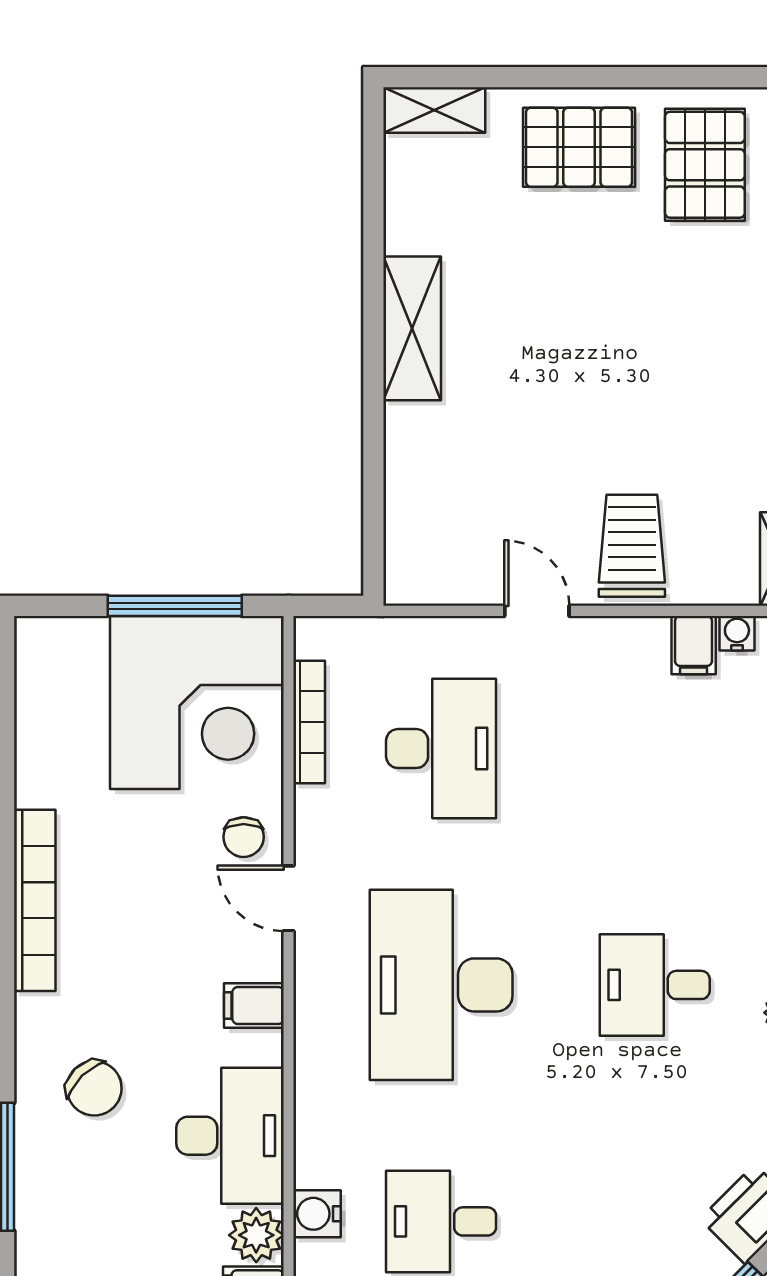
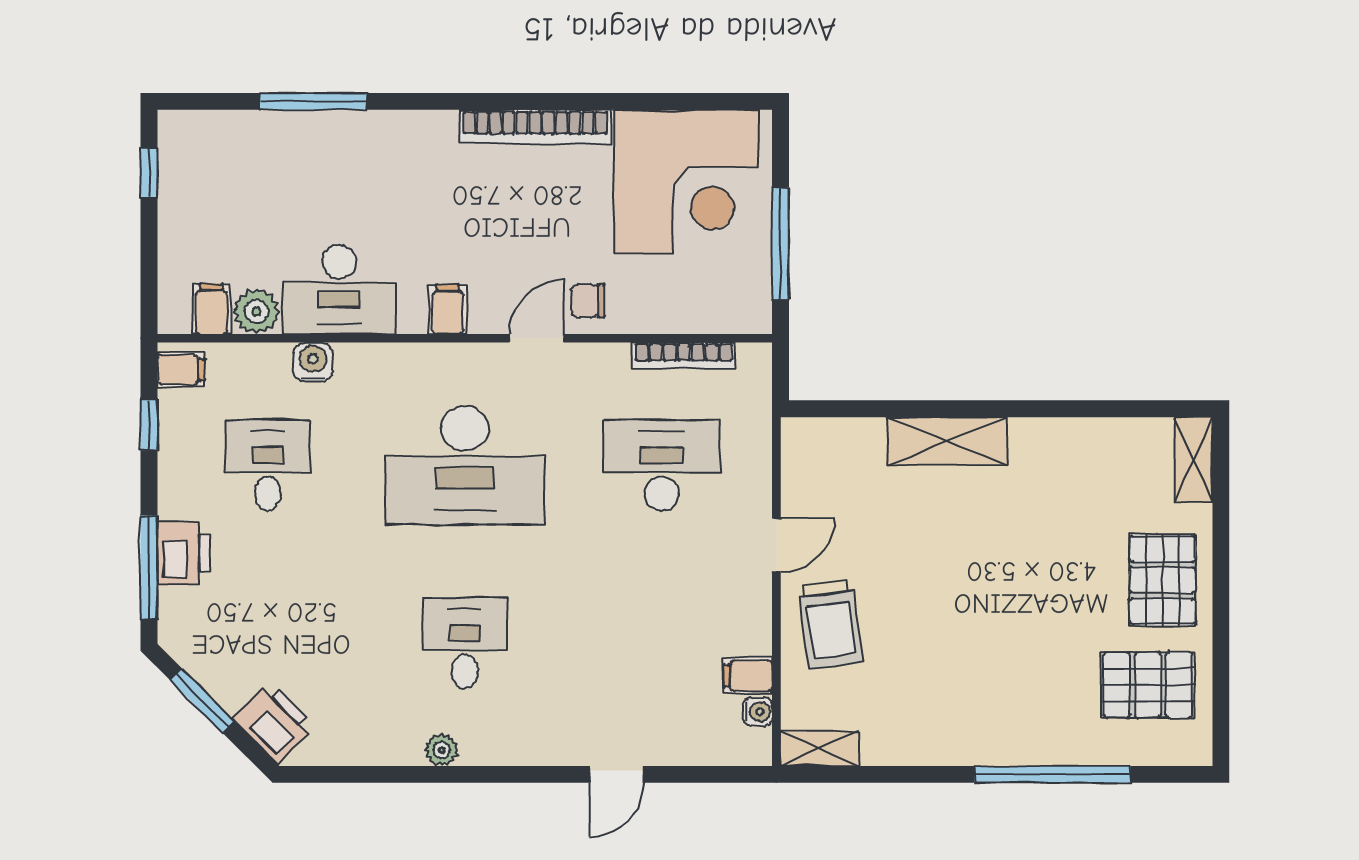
shelving: (412, 328) -> (947, 441), moved
trolley: (632, 546) -> (831, 624), turned 82
corner desk: (197, 703) -> (686, 182), moved, turned -90
desk: (441, 749) -> (662, 465), turned 180
desk: (441, 985) -> (465, 465), turned 180
chair: (94, 1088) -> (379, 176), removed
water cooler: (317, 1214) -> (313, 362), moved

